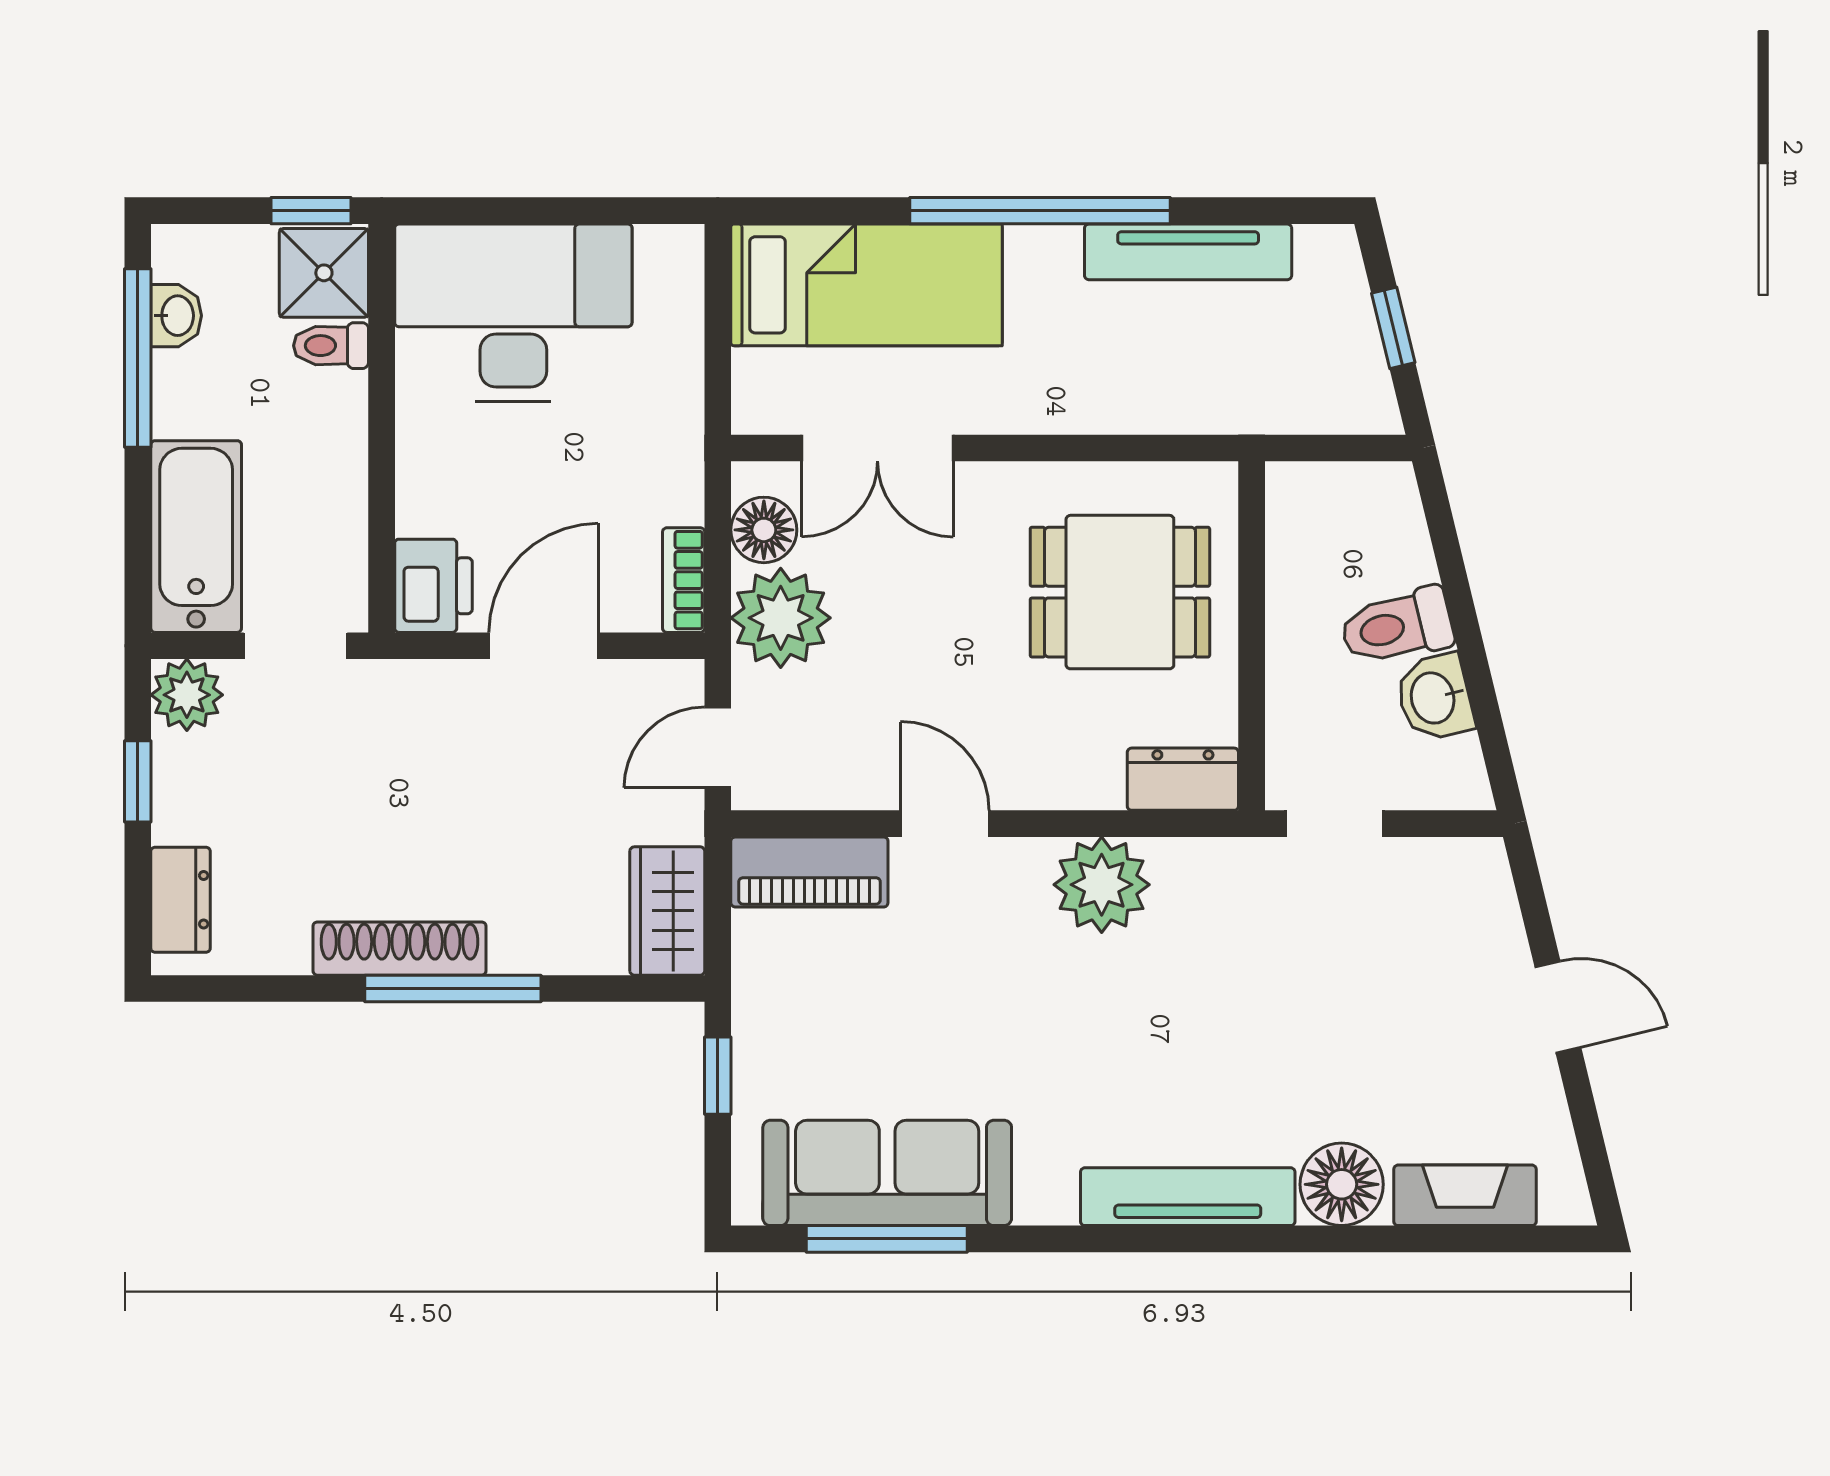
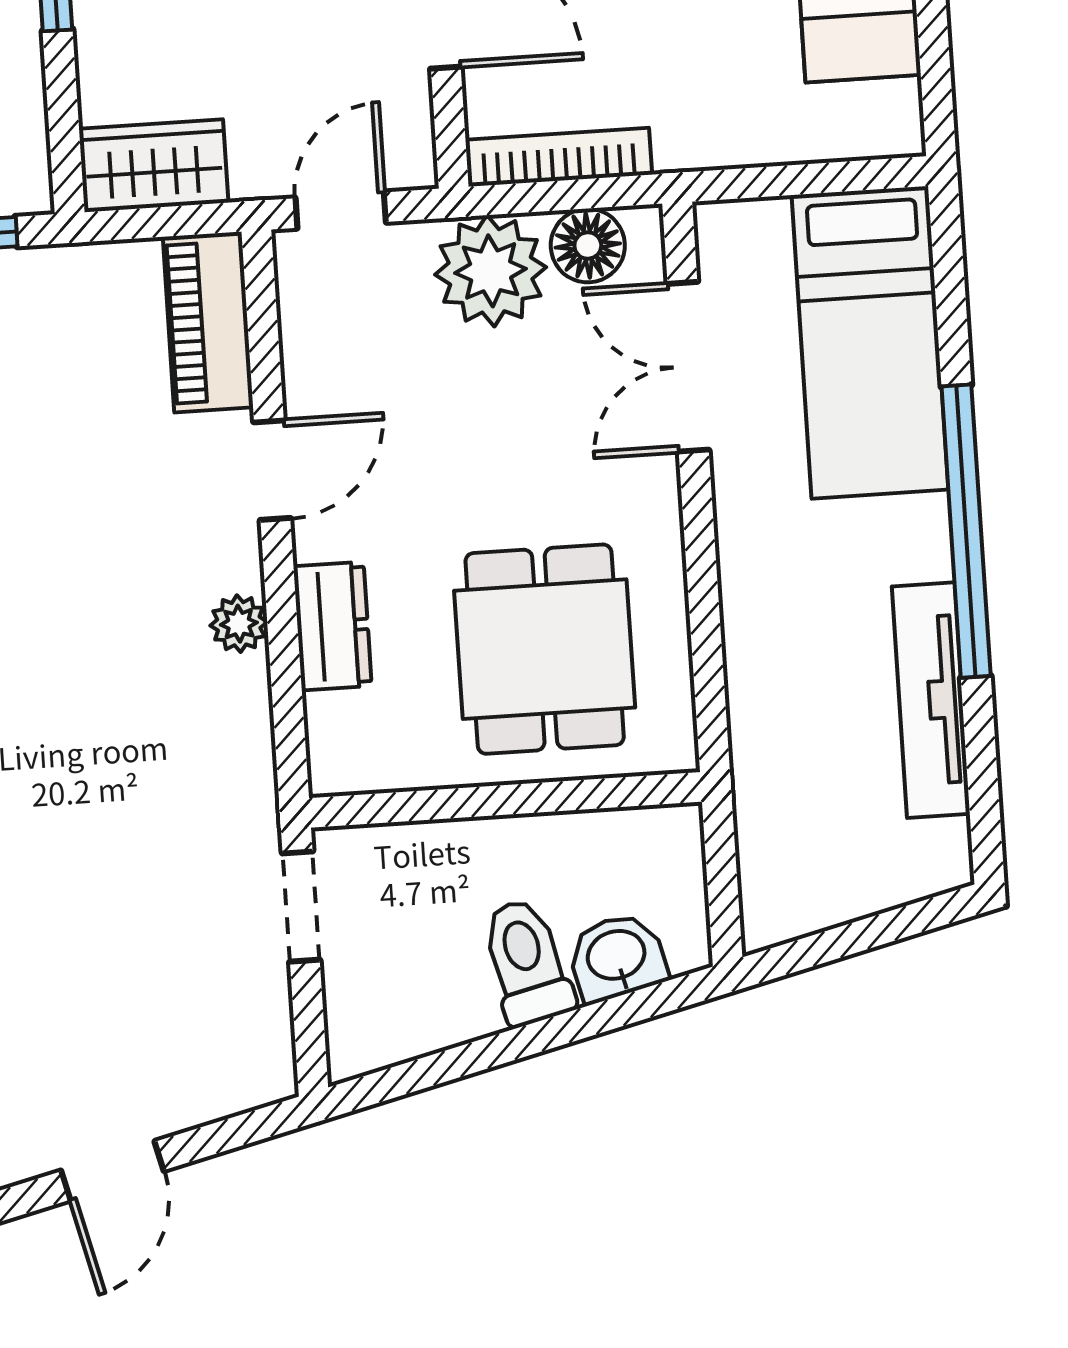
window: (1393, 328) -> (861, 936), removed
bookcase: (684, 580) -> (559, 157), width x1.56
washbasin: (1435, 697) -> (617, 957), moved
door: (718, 747) -> (341, 210), hinge flipped
dresser: (1183, 779) -> (333, 626), moved
plant: (1102, 885) -> (239, 624), width x0.53, depth x0.53

